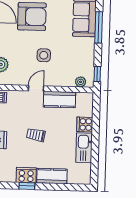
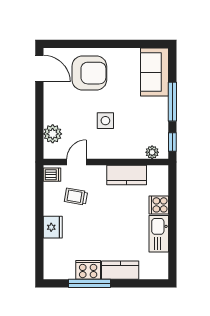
window: (99, 27) -> (172, 102), moved
door: (36, 88) -> (77, 162), moved
trolley: (36, 135) -> (76, 197), moved
window: (27, 186) -> (89, 283), width x2.17

